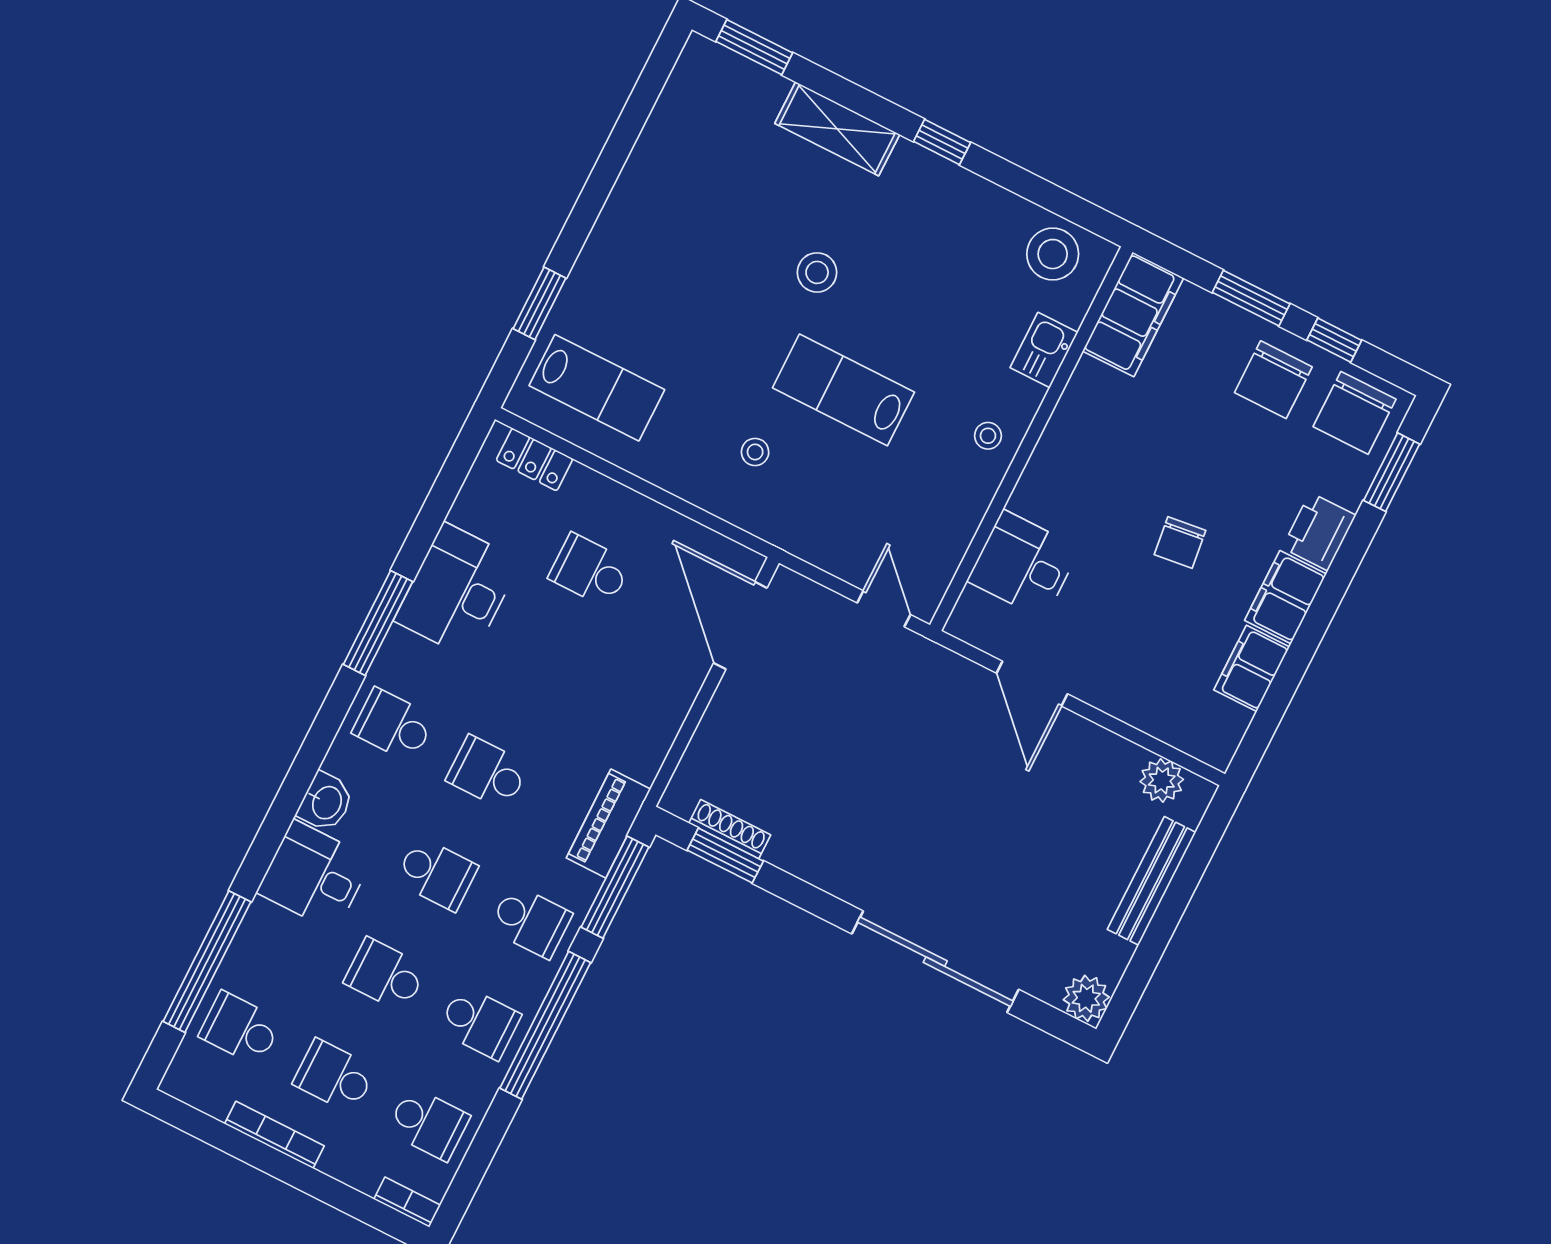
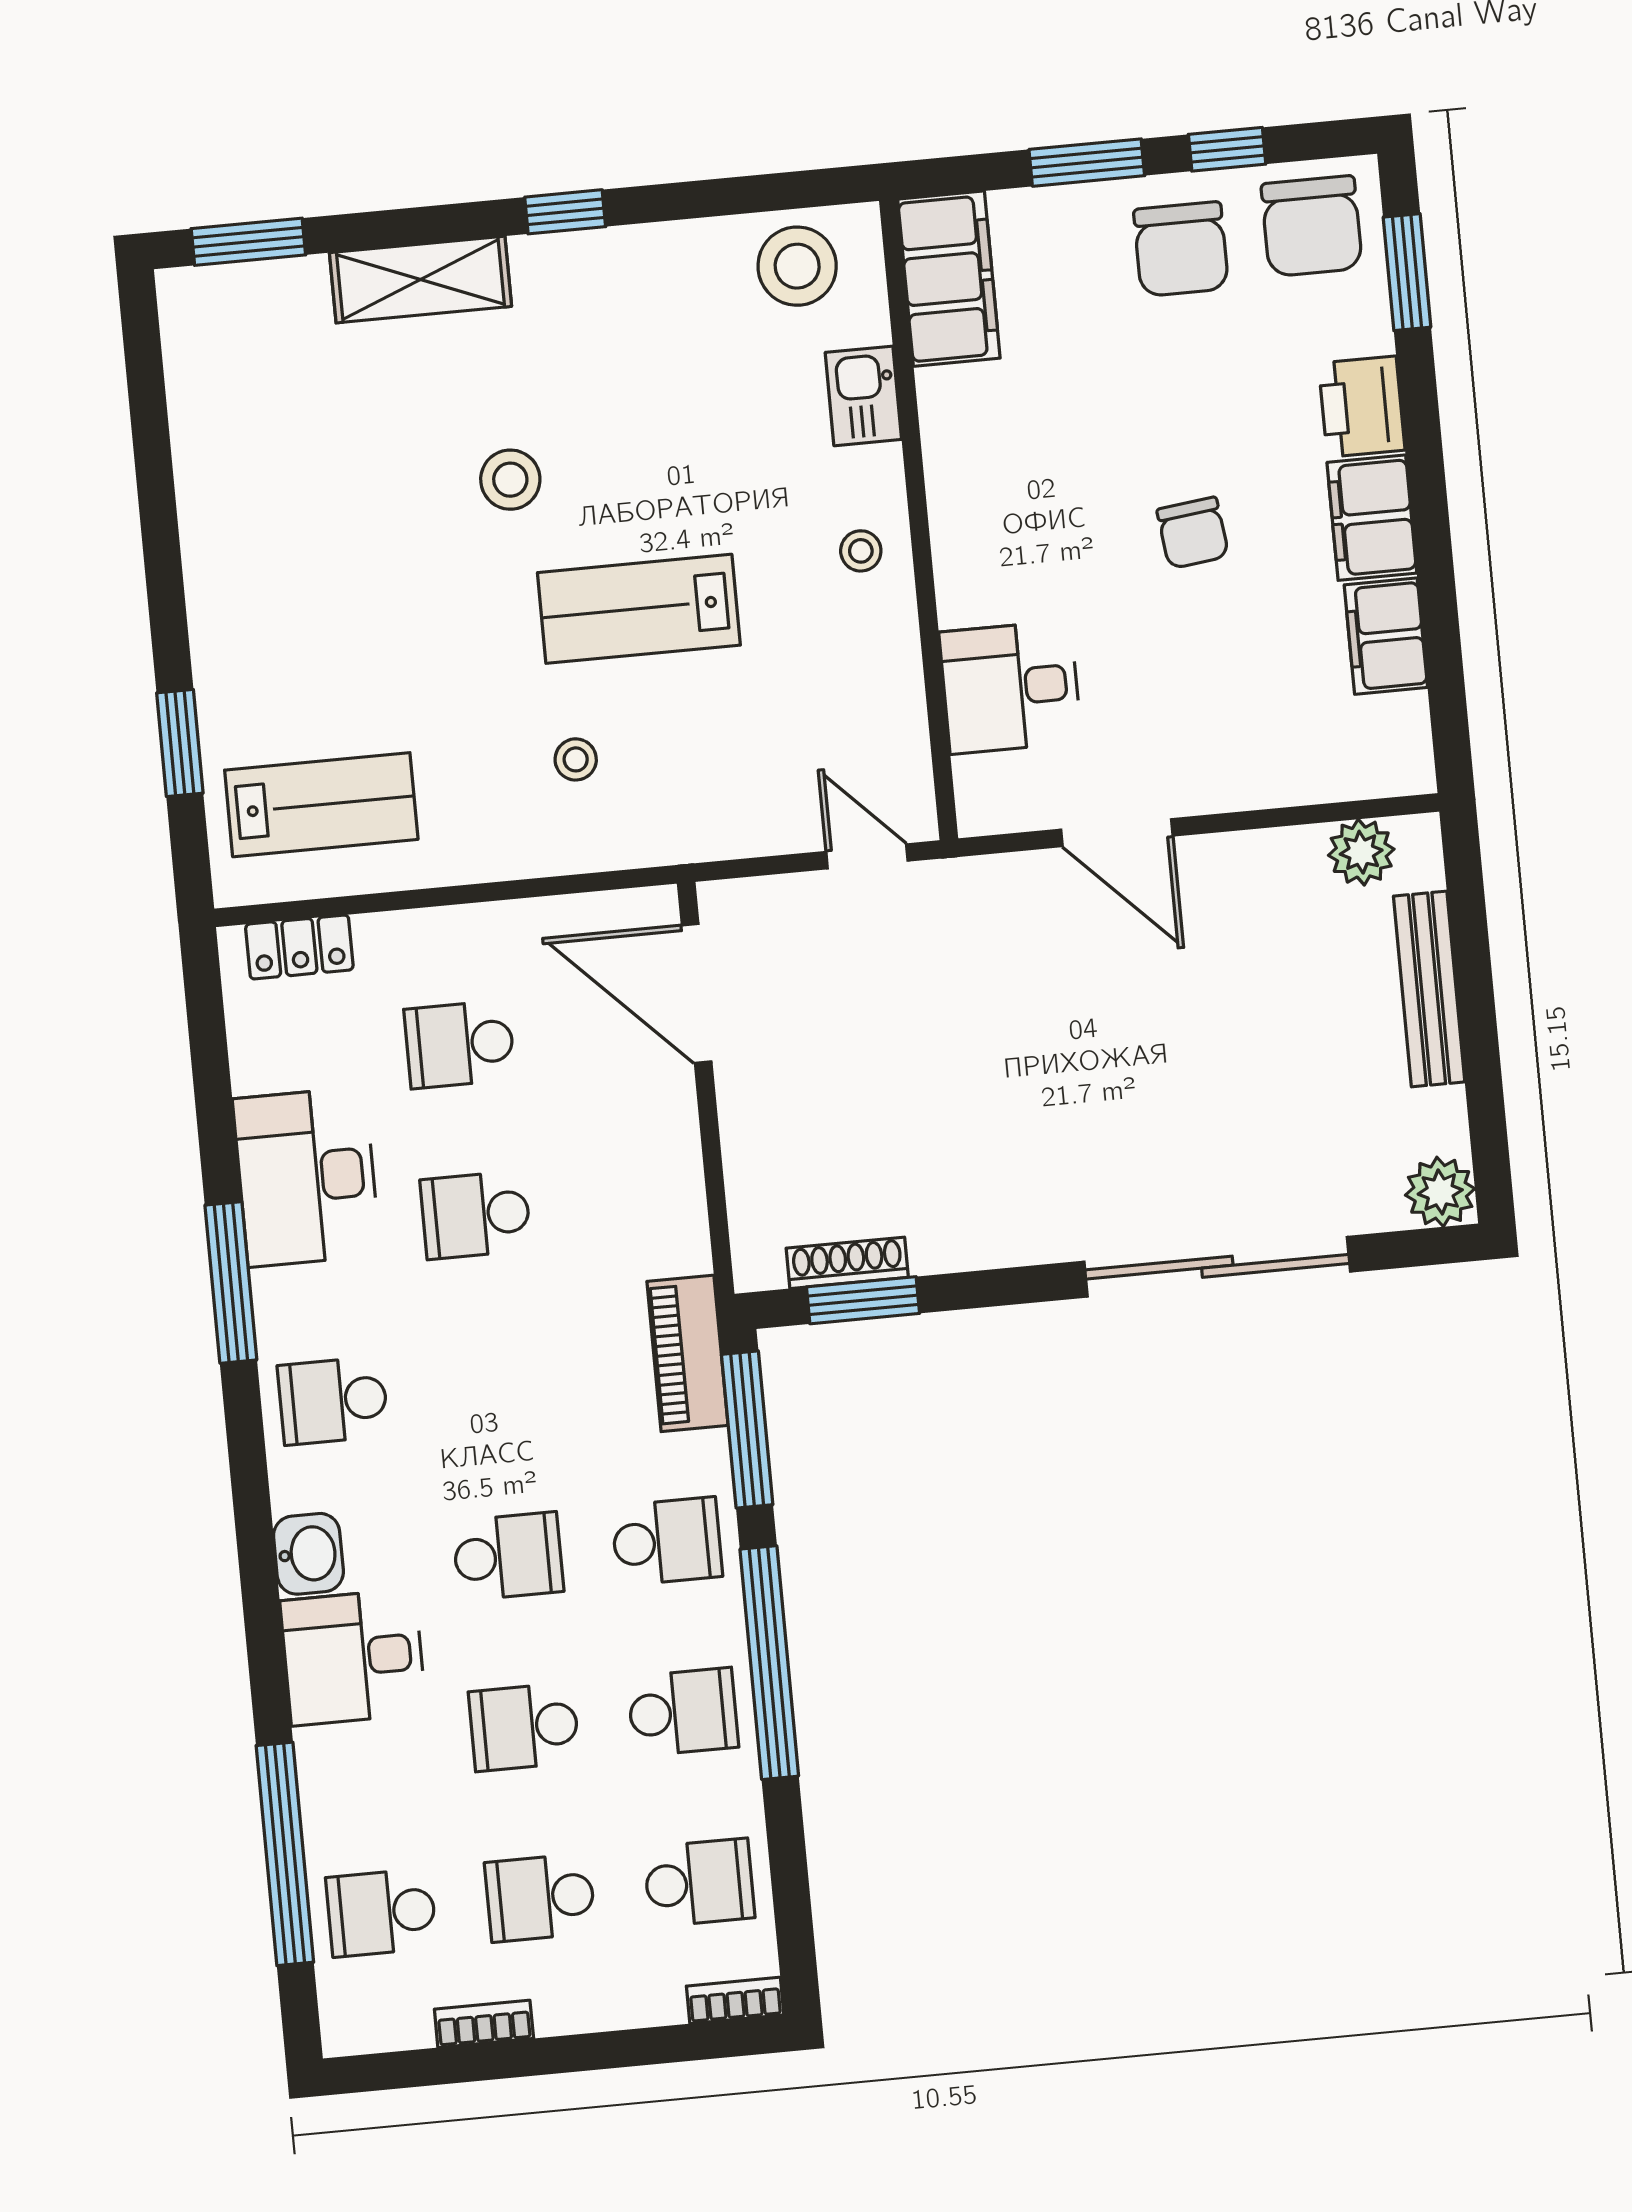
school desk: (488, 773) -> (476, 1215), moved
bookcase: (274, 1135) -> (484, 2024), width x0.64

